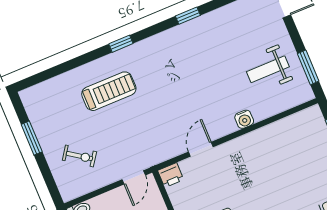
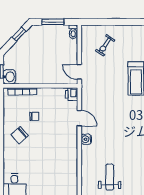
water cooler: (244, 119) -> (86, 139), moved
window: (32, 138) -> (127, 22), removed

